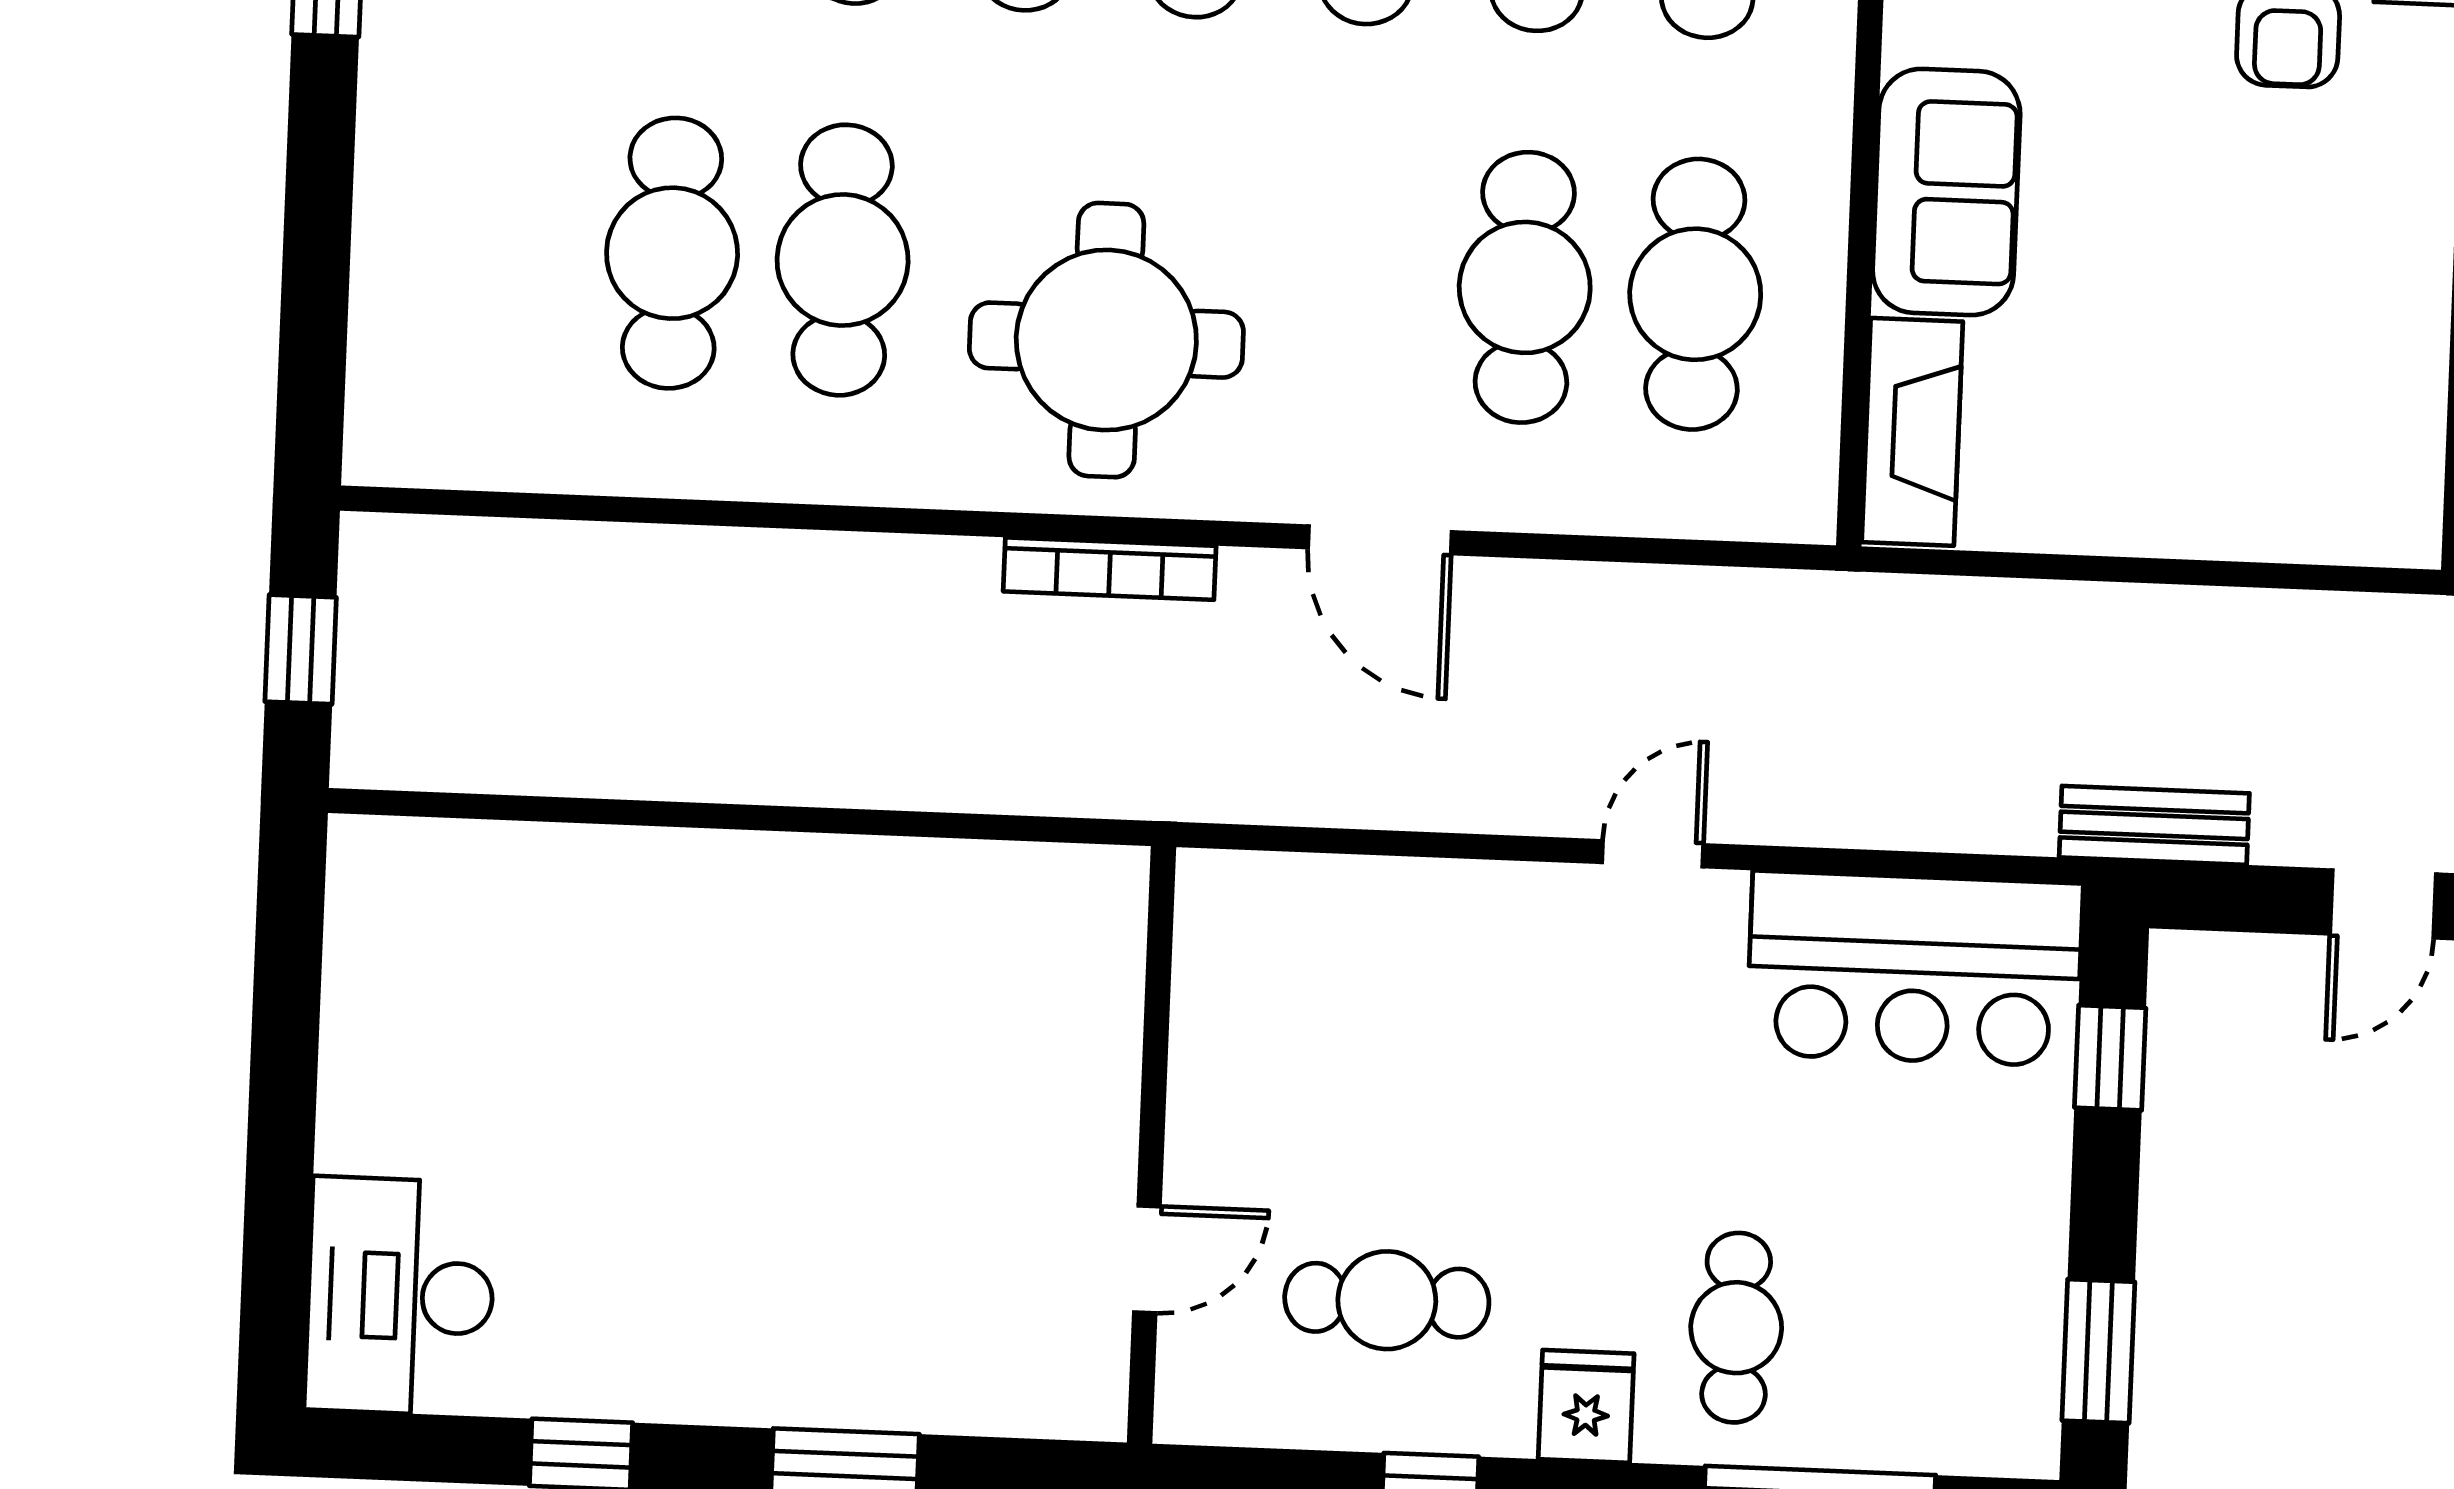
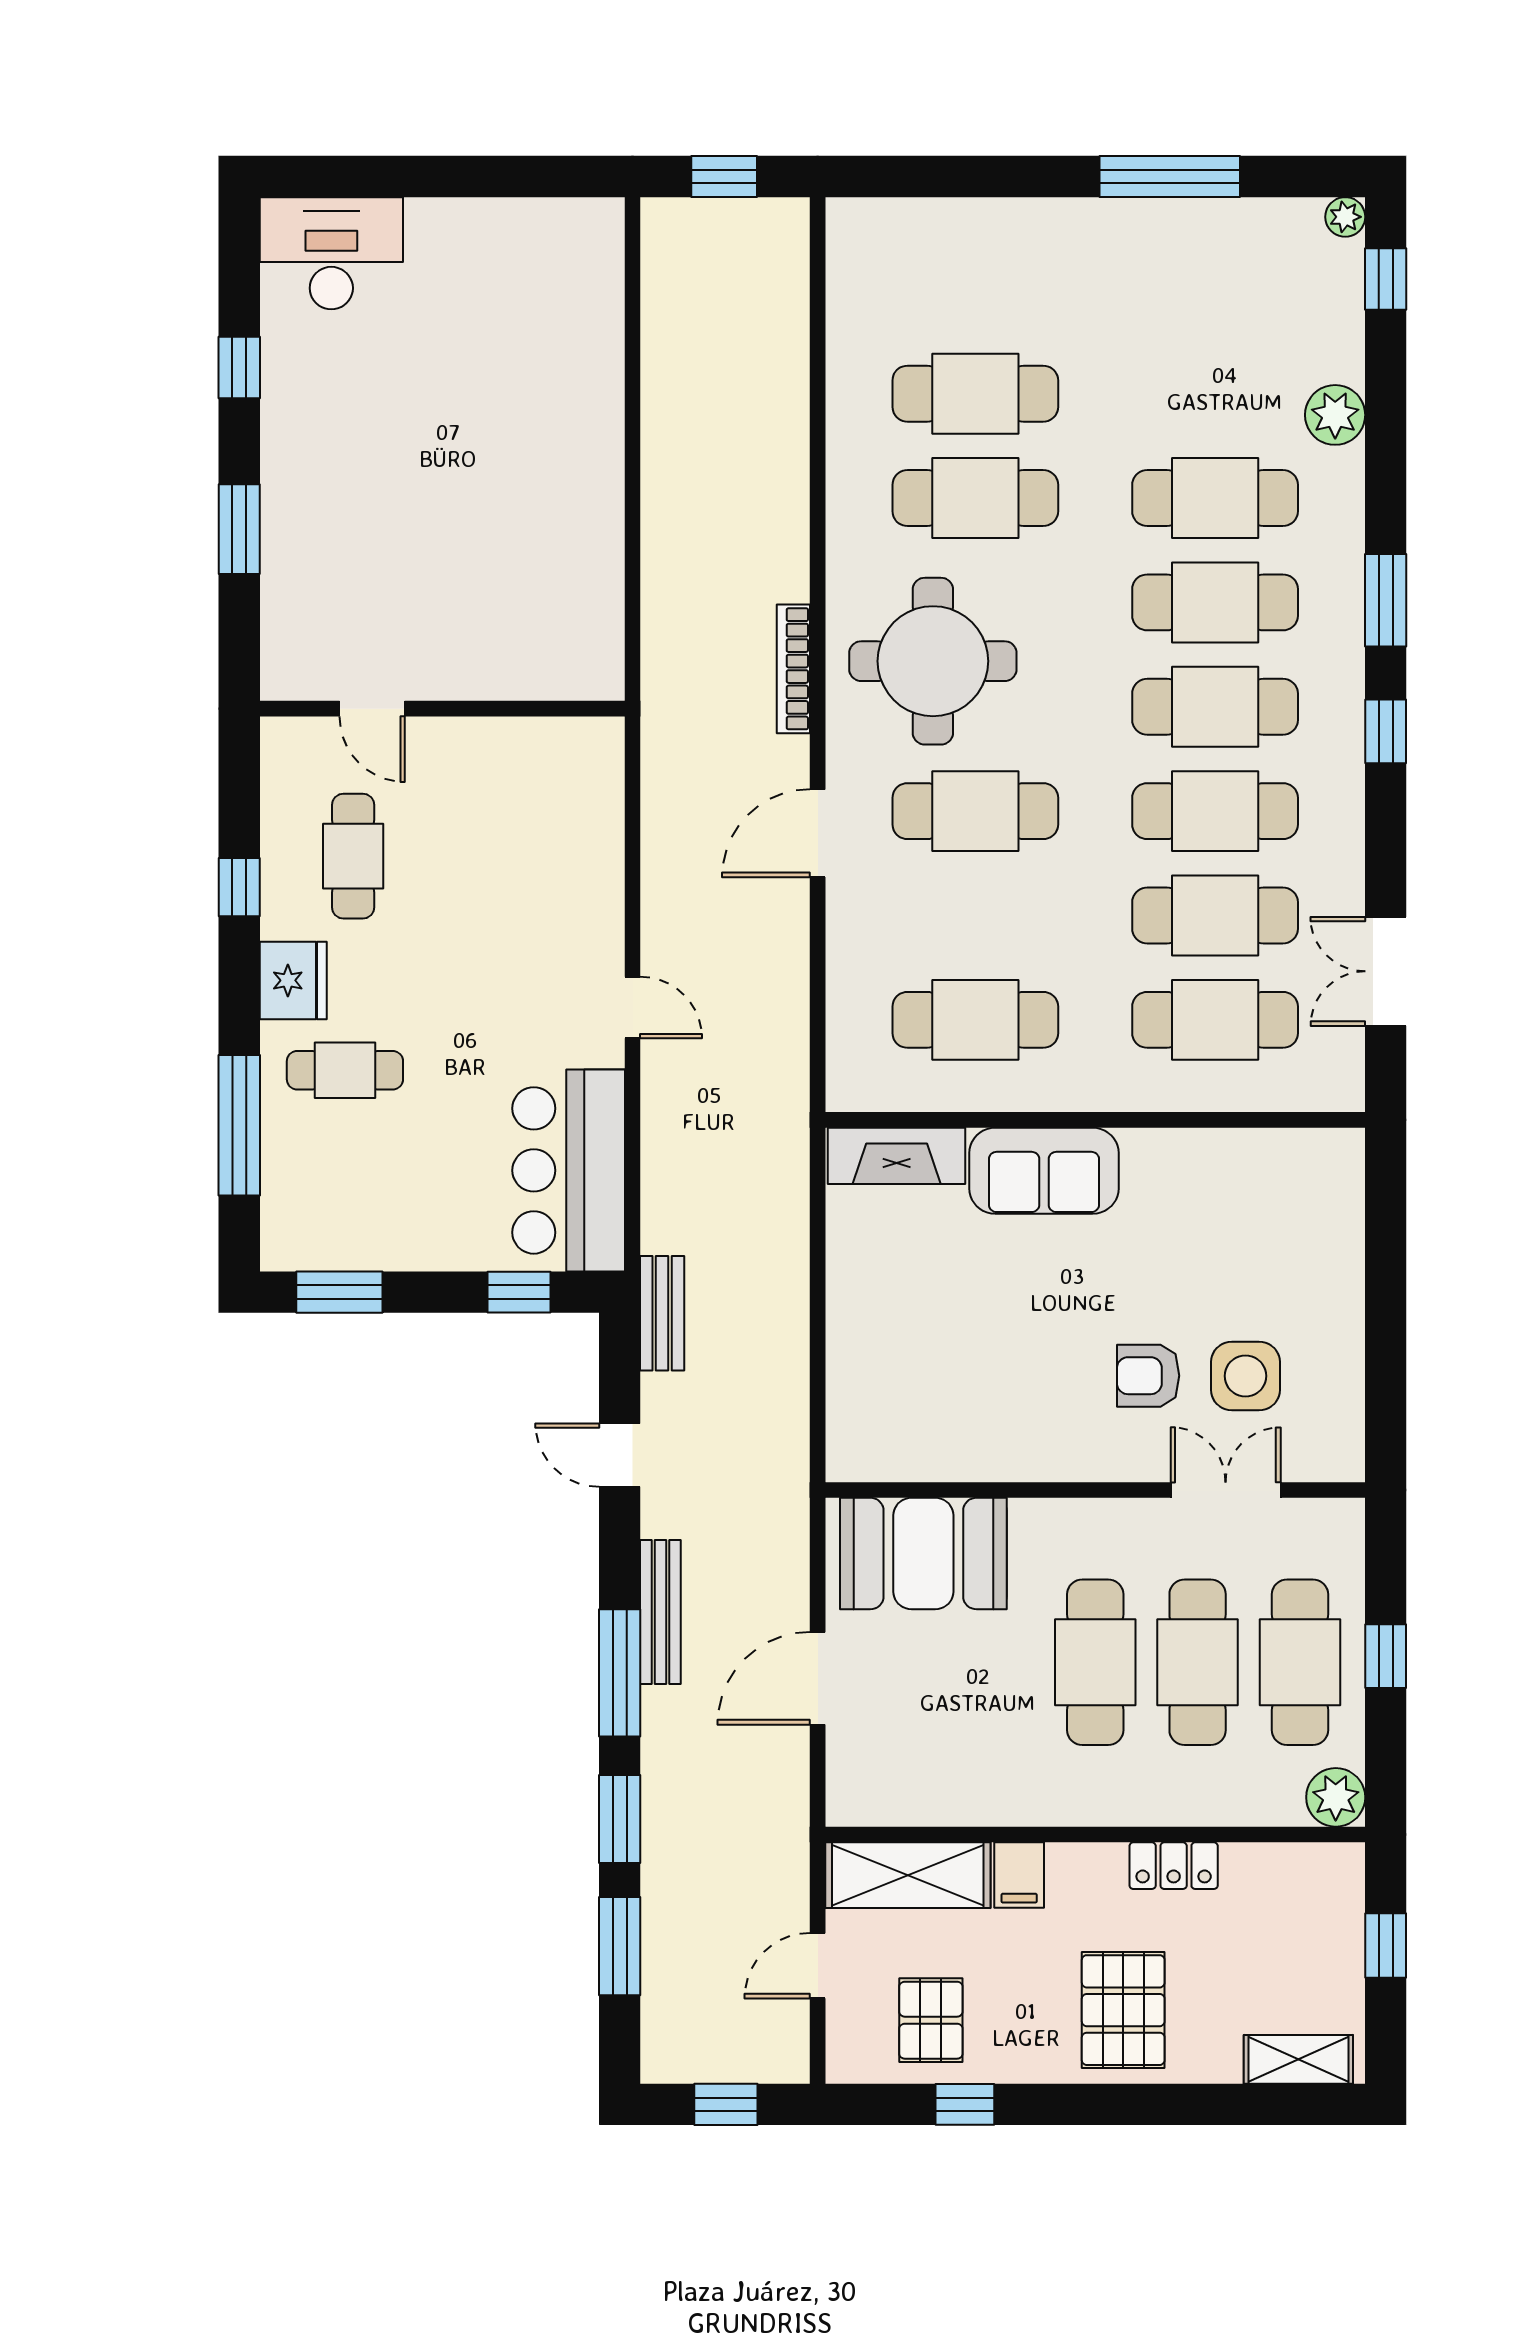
cafe table: (1525, 287) -> (975, 811), moved
fridge: (1586, 1406) -> (293, 980), width x1.38

